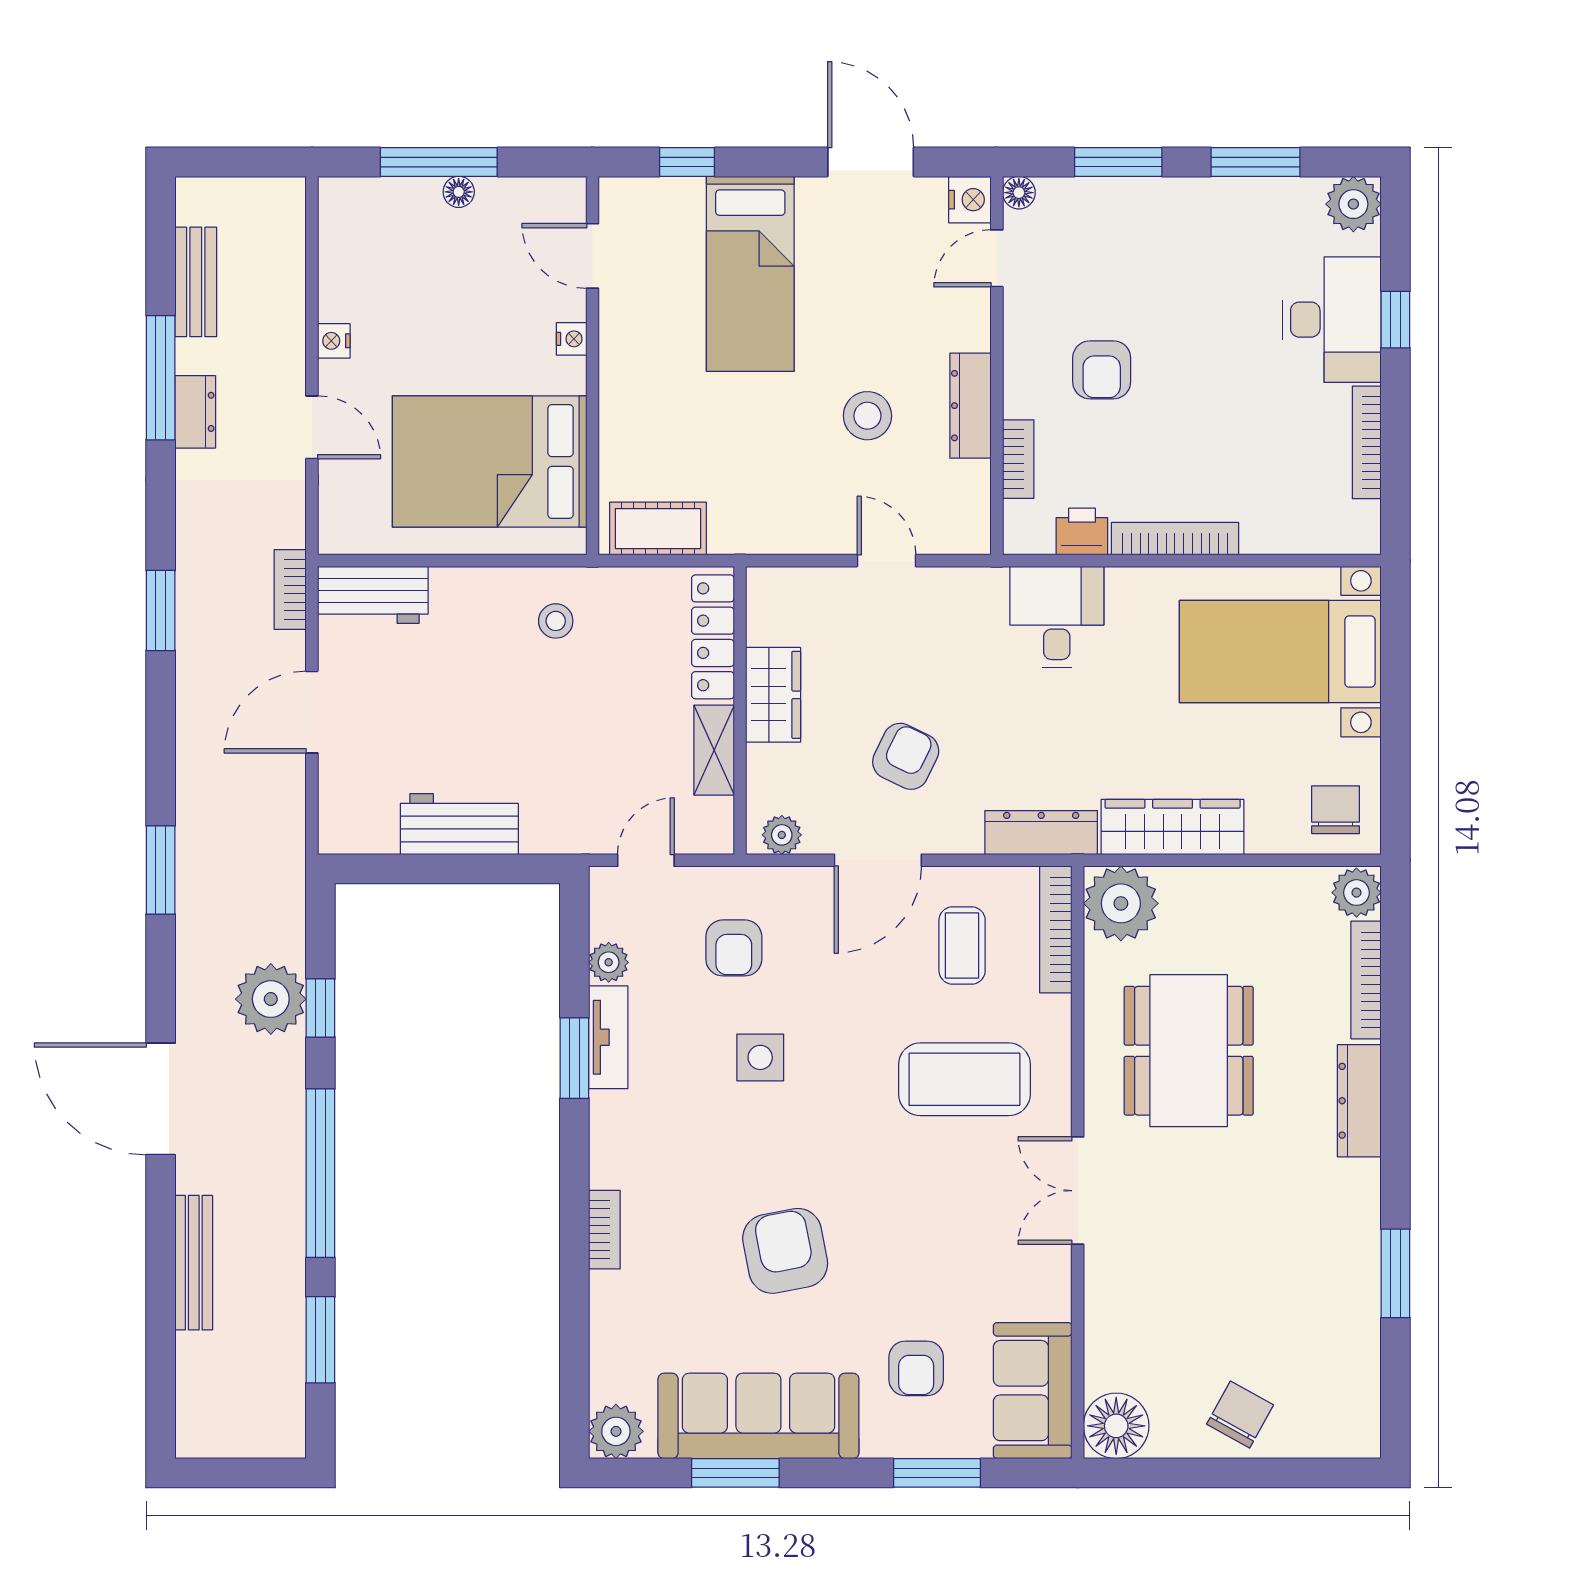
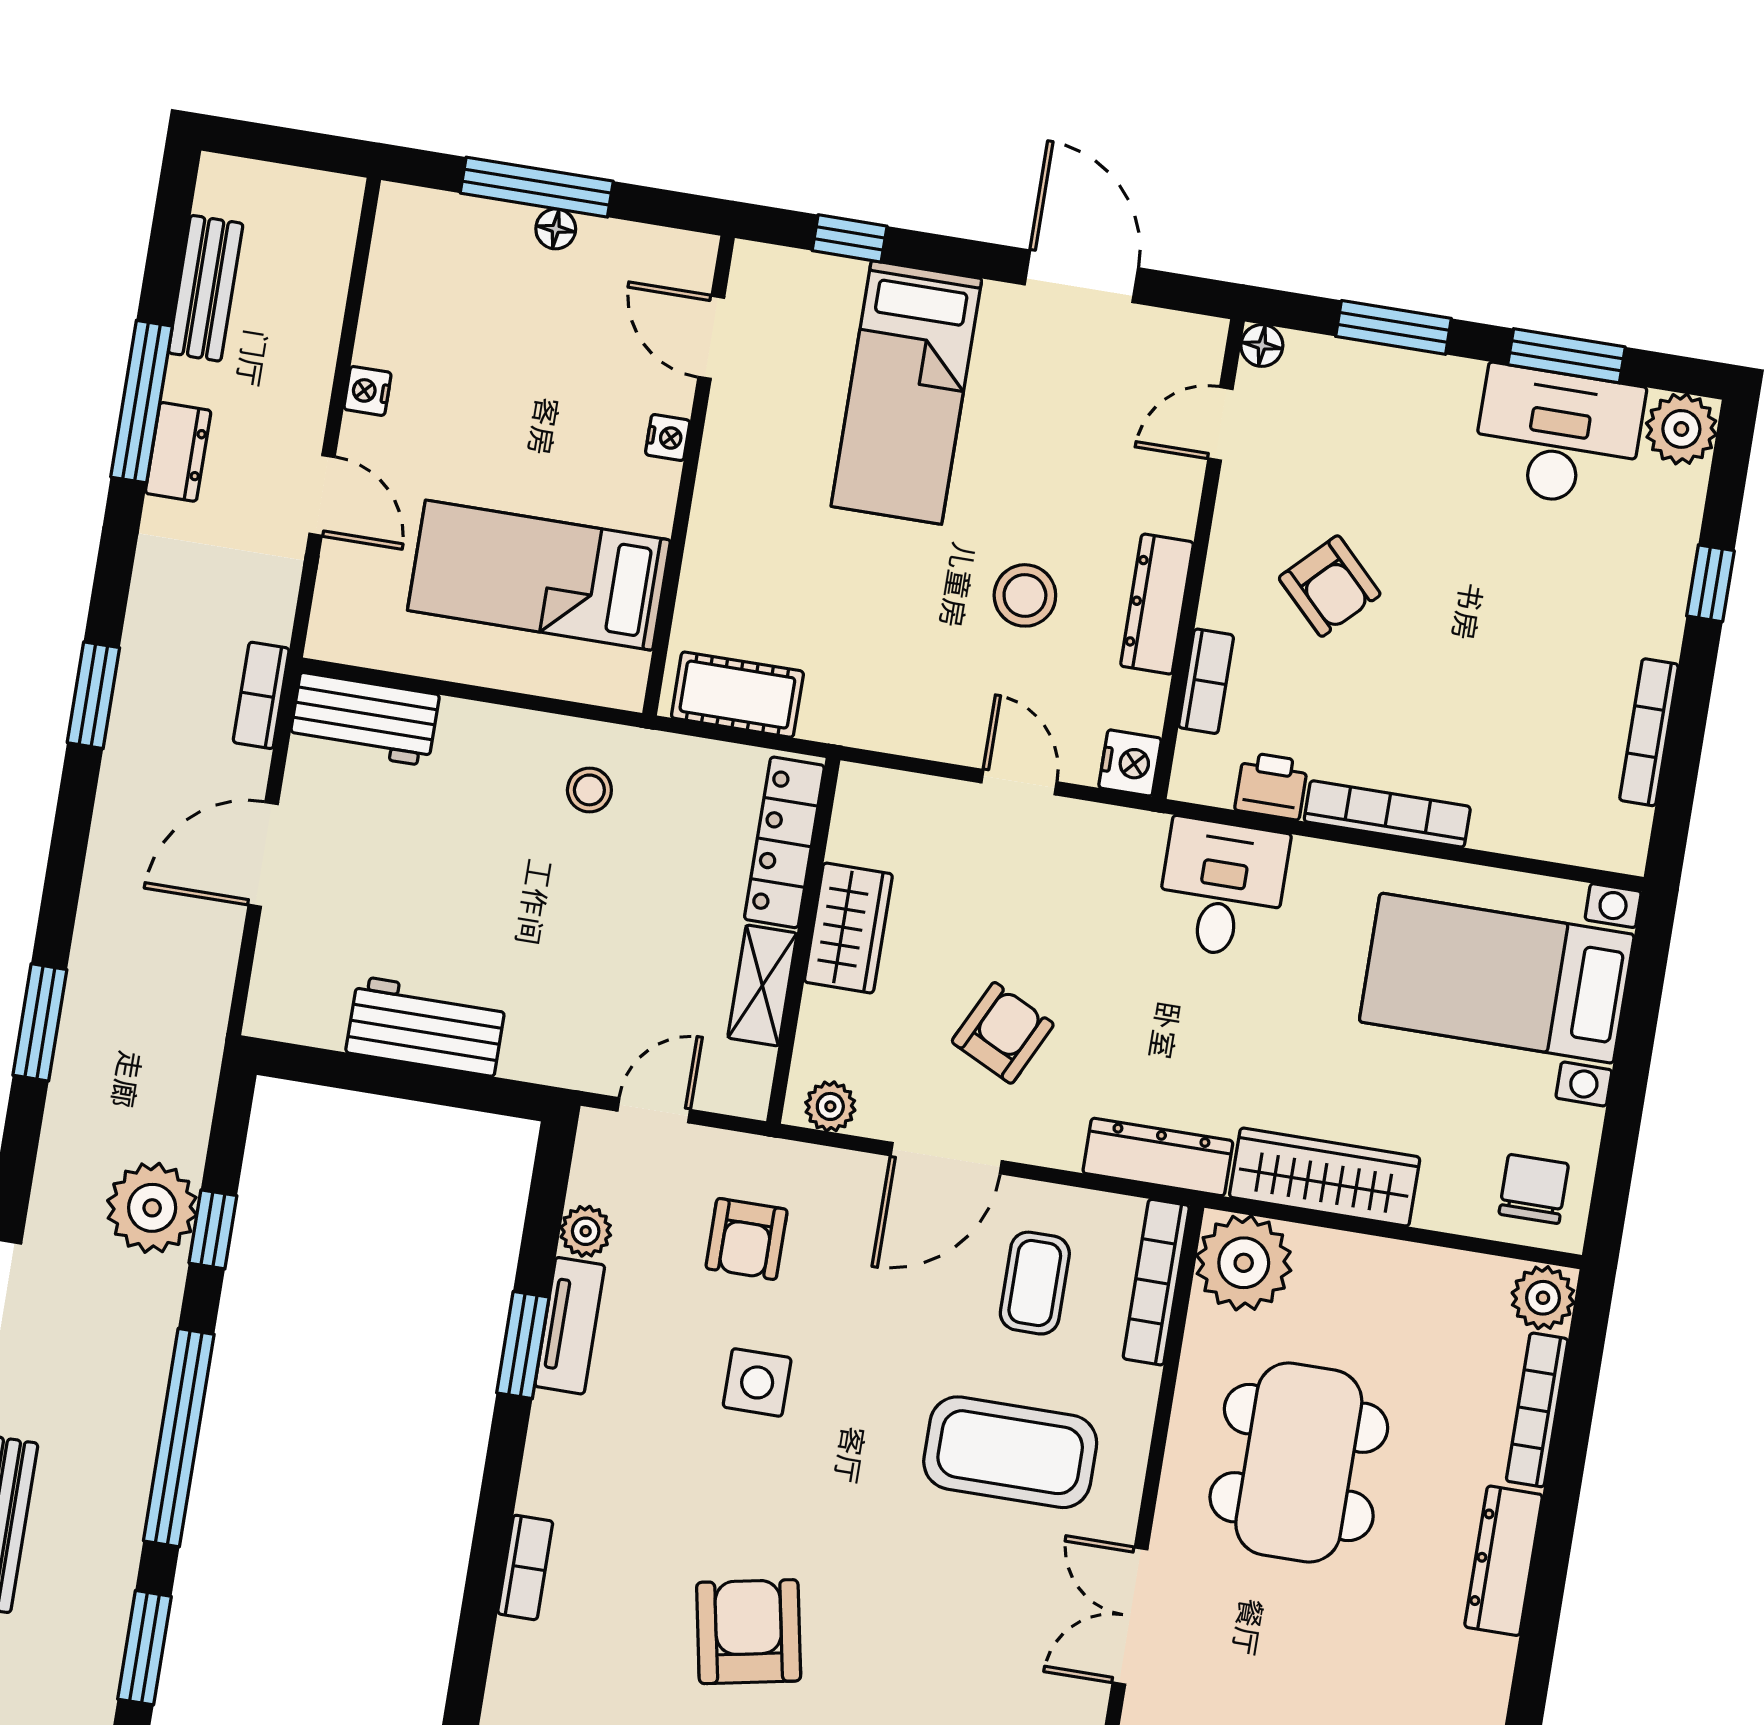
nightstand: (970, 200) -> (1130, 763), moved
desk: (1332, 320) -> (1558, 437), moved, turned -90
armchair: (1102, 370) -> (1330, 586), turned -45
bed: (490, 461) -> (539, 575), width x0.67

